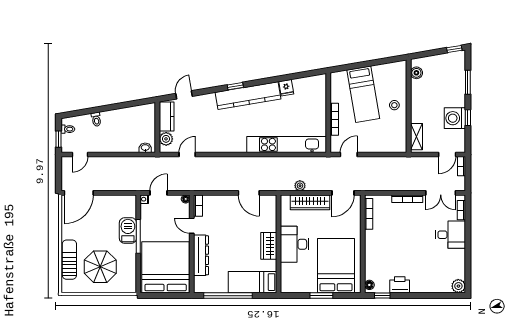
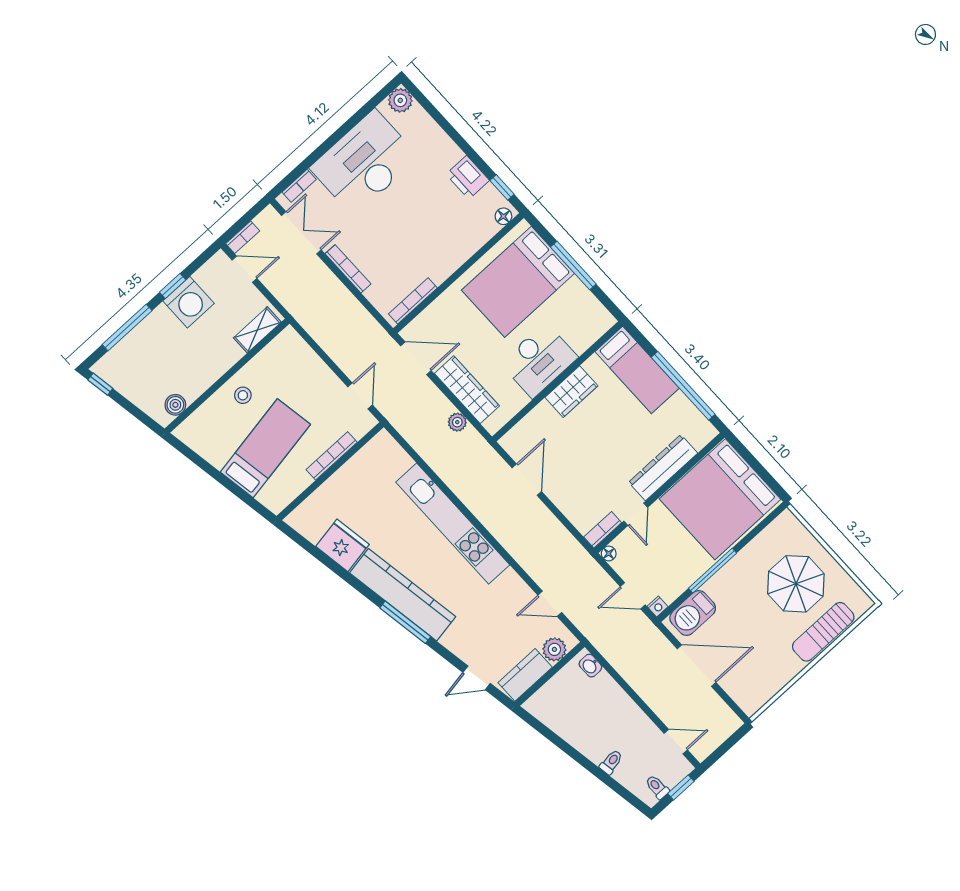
window: (468, 82) -> (127, 328), width x1.44
window: (235, 86) -> (405, 622), width x2.17
fridge: (286, 88) -> (342, 545), width x1.88, depth x1.34
kitchen unit: (287, 144) -> (453, 523), moved
door: (349, 155) -> (360, 396), swing flipped
door: (79, 193) -> (697, 666), moved
barbecue: (128, 231) -> (693, 613), moved
desk: (450, 235) -> (364, 163), width x1.87, depth x1.30
window: (321, 296) -> (573, 265), width x1.44

